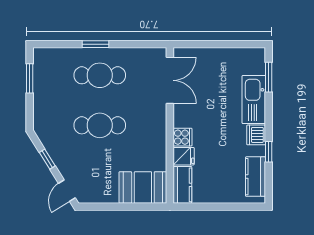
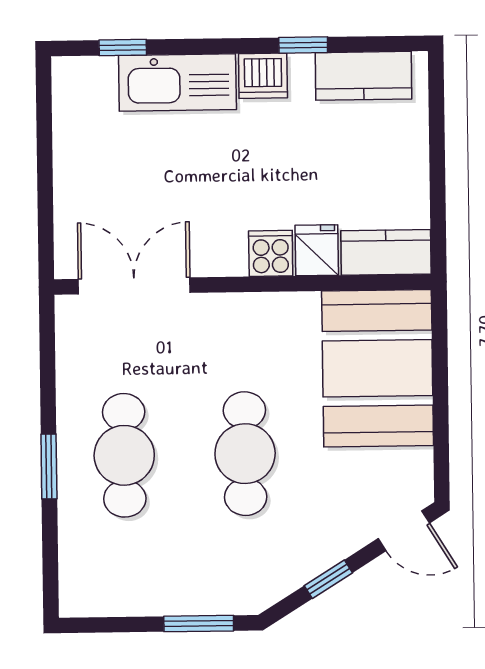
window: (269, 77) -> (123, 48), width x0.67
window: (30, 78) -> (199, 624), moved
booth: (143, 187) -> (378, 368), width x1.36, depth x1.42

